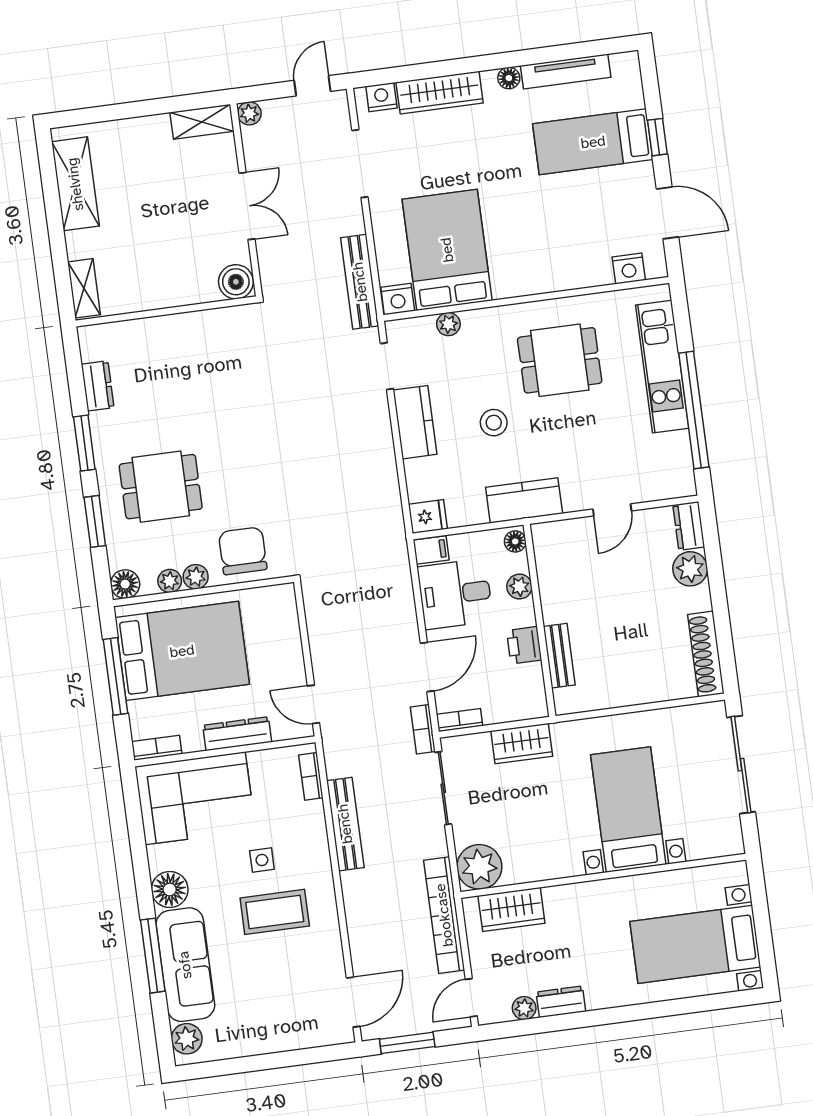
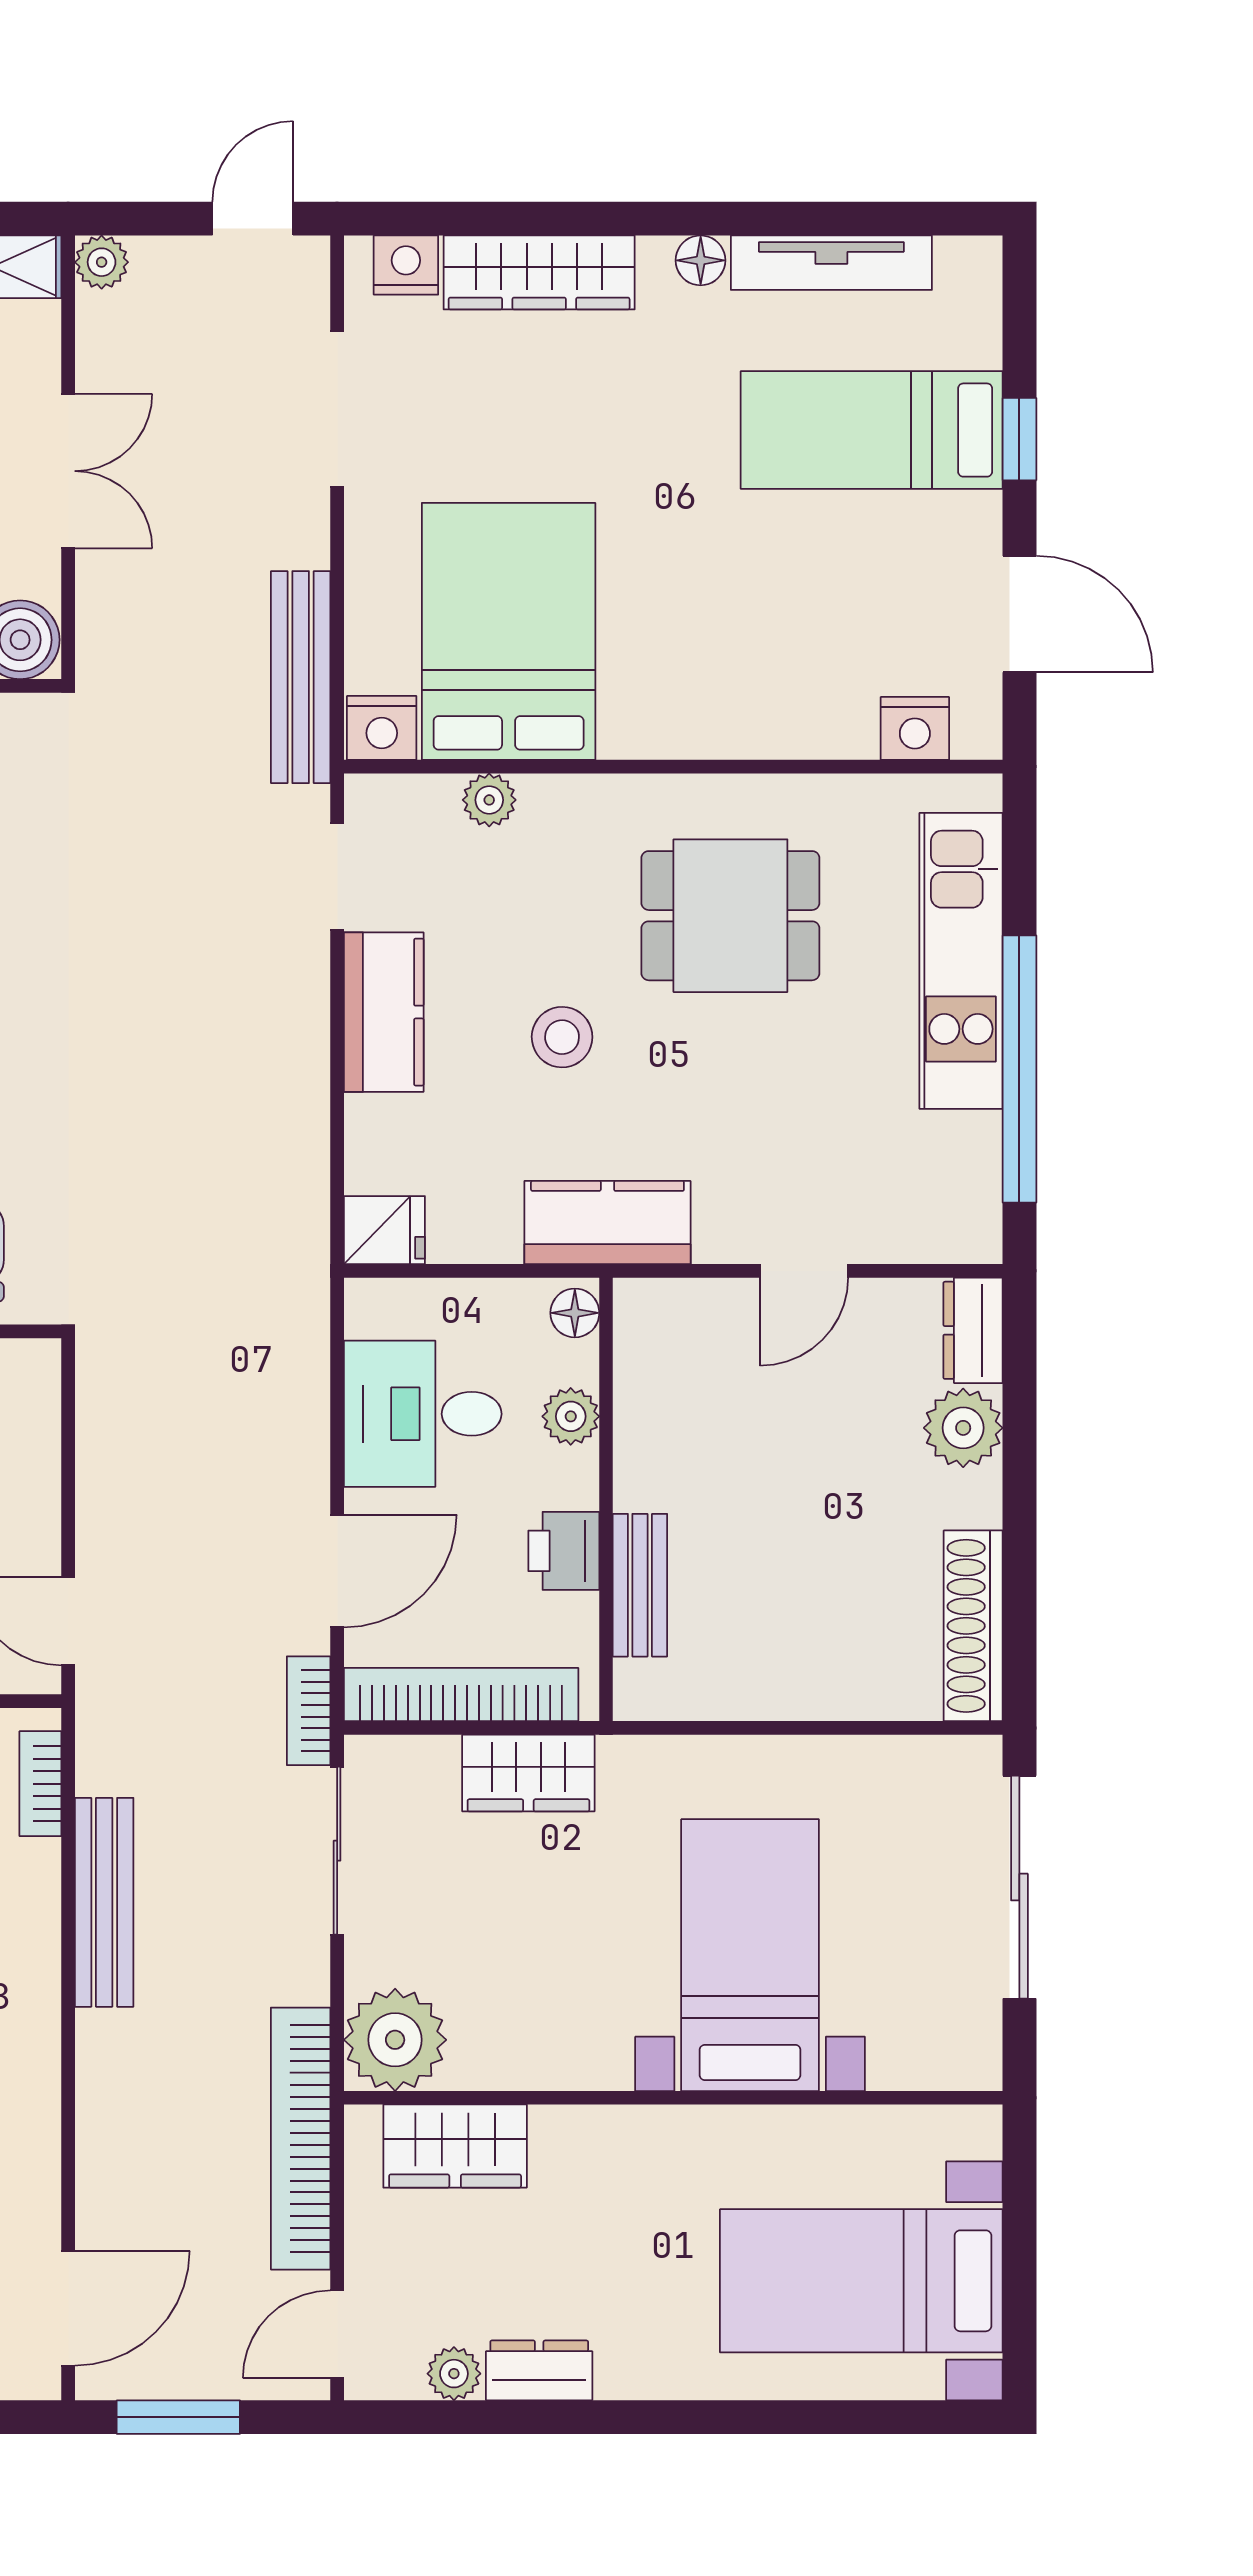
filing cabinet: (431, 550) -> (382, 1307), removed
bookcase: (460, 720) -> (461, 1695), width x2.31, depth x1.31

